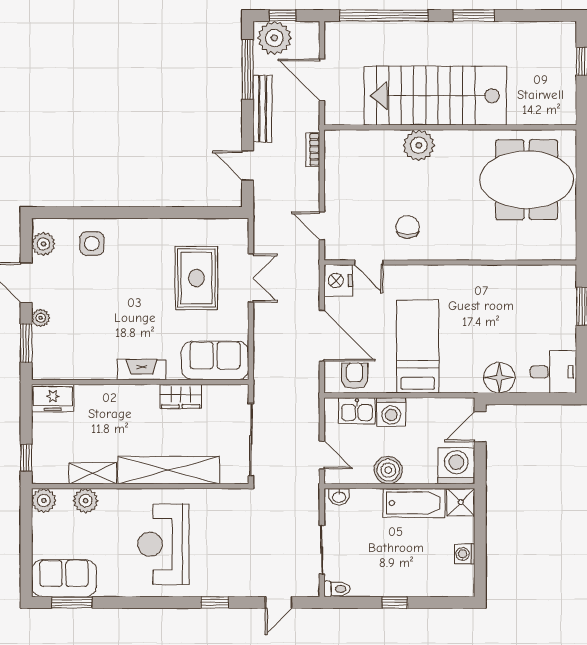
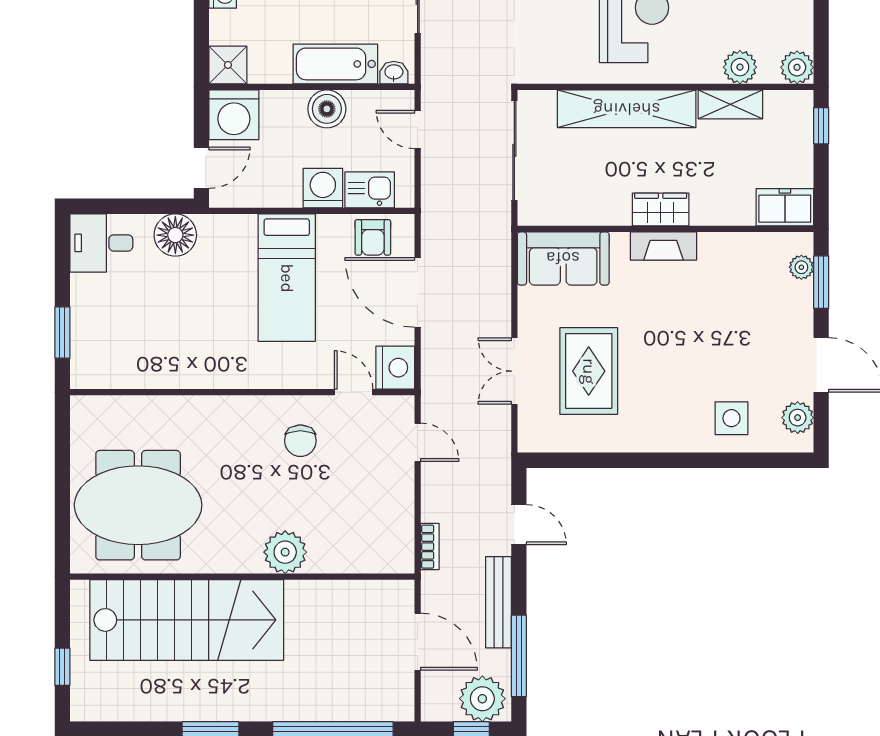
stairs: (435, 96) -> (187, 620), moved
plant: (41, 318) -> (801, 267), moved
wardrobe: (181, 396) -> (661, 209), moved
bathtub: (414, 503) -> (335, 64), moved

